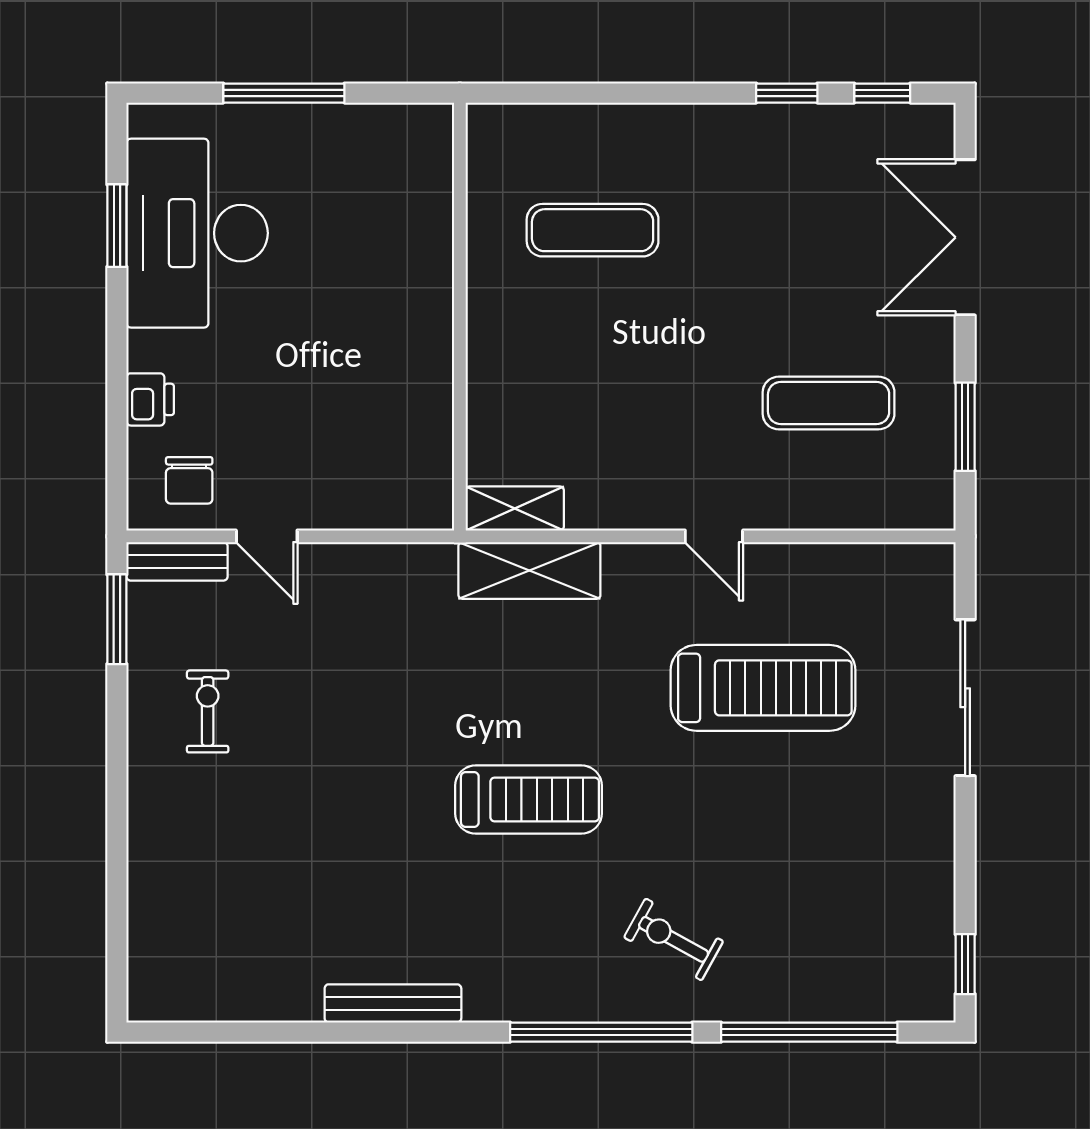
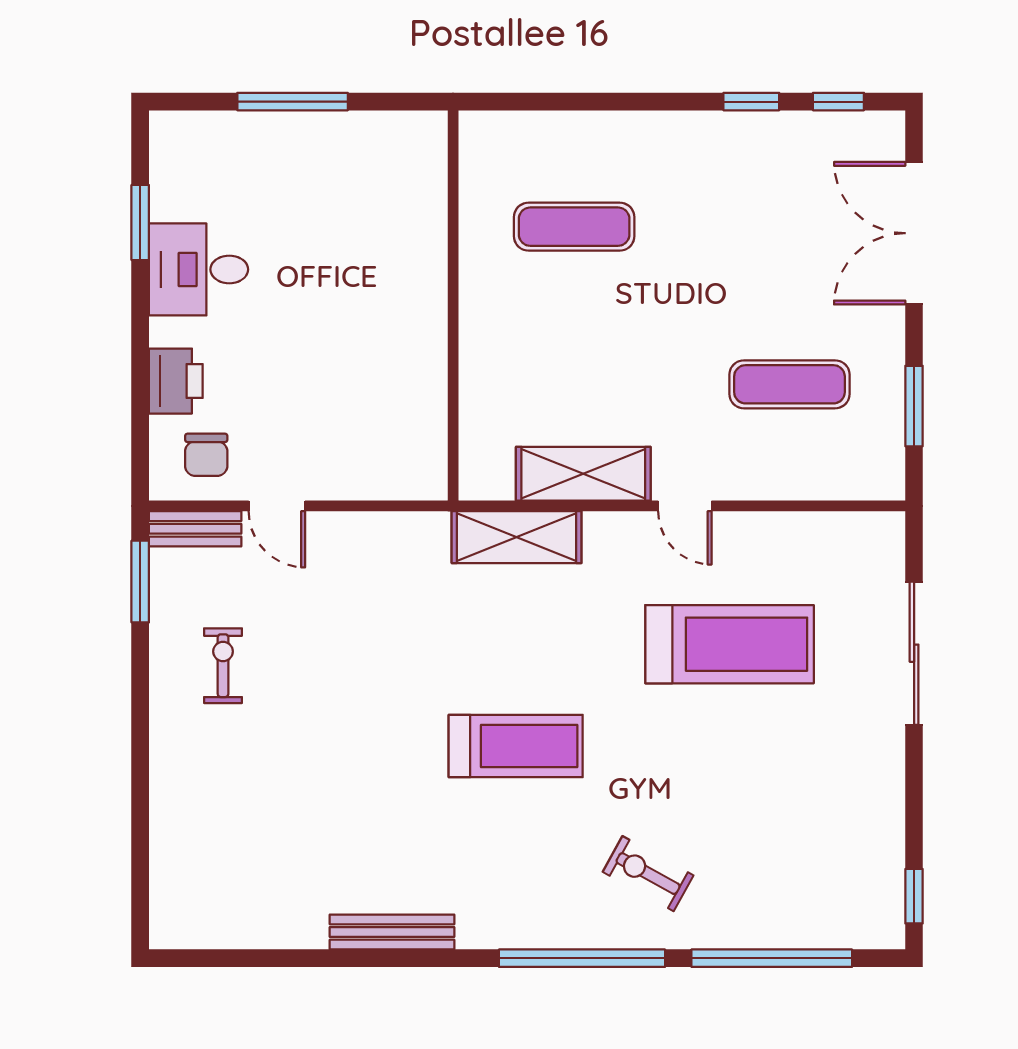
desk: (197, 233) -> (199, 269), width x0.53, depth x0.77
printer: (150, 399) -> (176, 381), width x1.36, depth x1.24
shelving: (515, 508) -> (583, 474), moved, width x1.50, depth x1.33

